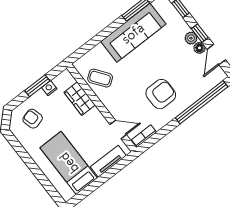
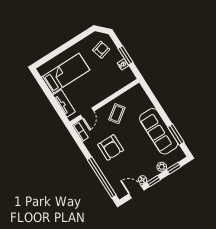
plant: (191, 38) -> (162, 167), moved
coffee table: (100, 78) -> (117, 114), moved
wardrobe: (80, 99) -> (113, 86), removed

